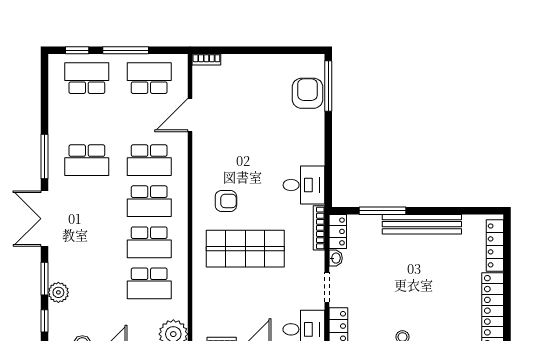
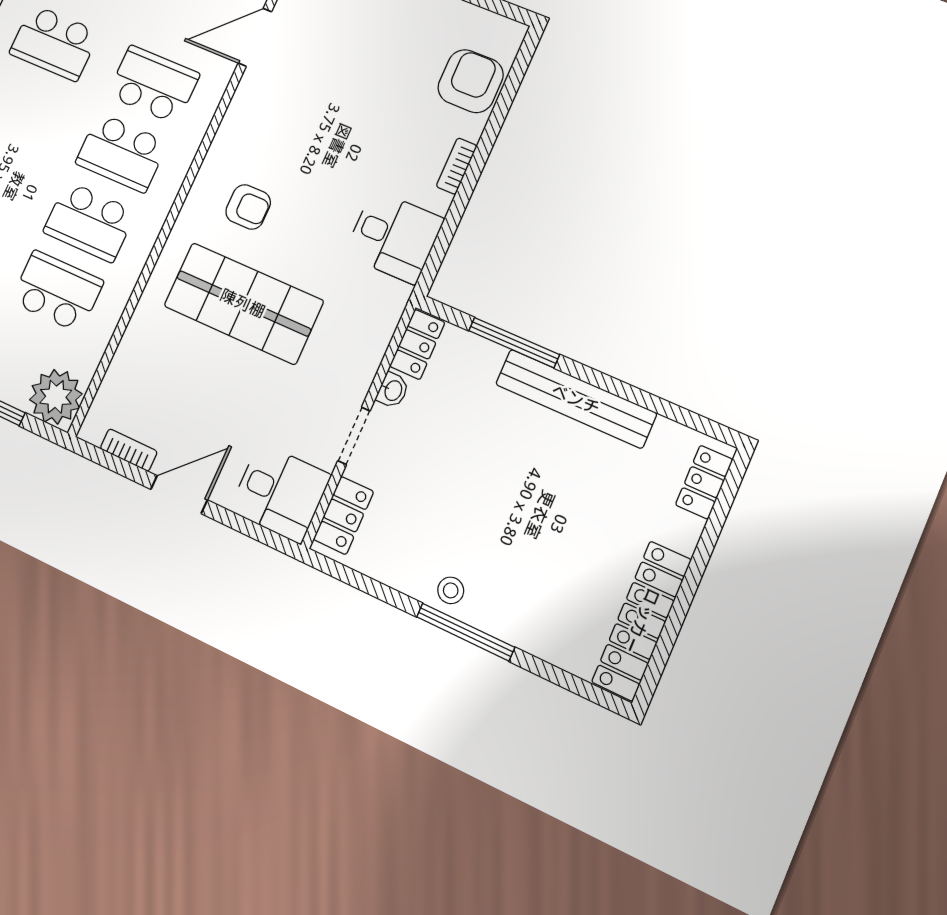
window: (328, 86) -> (512, 83), removed
school desk: (149, 160) -> (153, 84), turned 180
bookcase: (319, 228) -> (457, 166), moved, width x0.64
locker: (495, 245) -> (704, 482), width x0.66
school desk: (149, 283) -> (57, 291), turned 180

